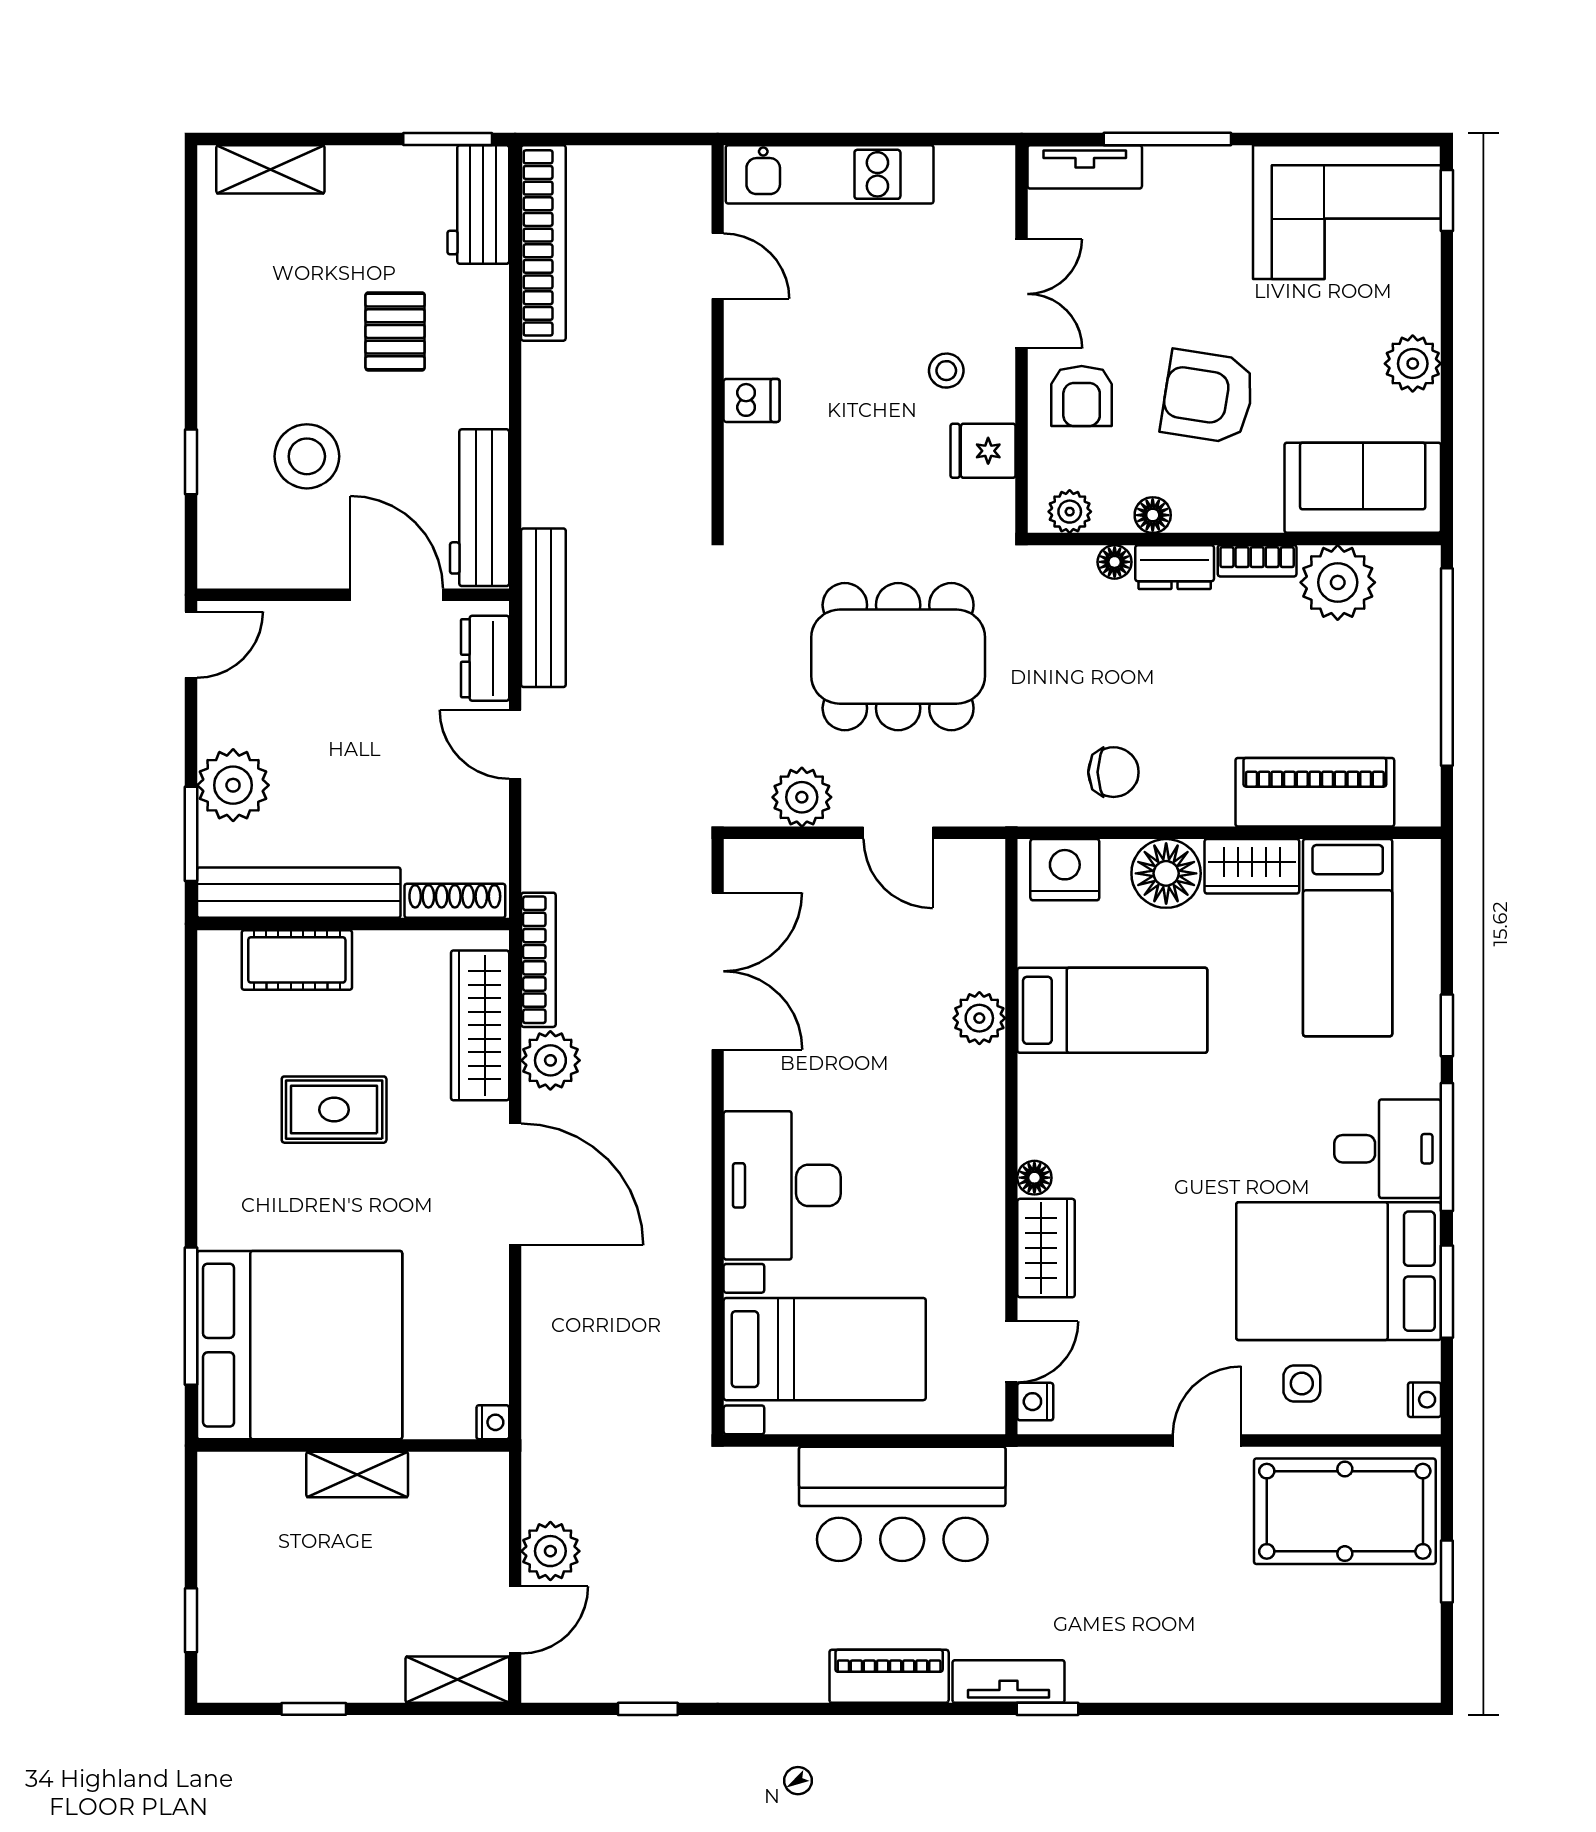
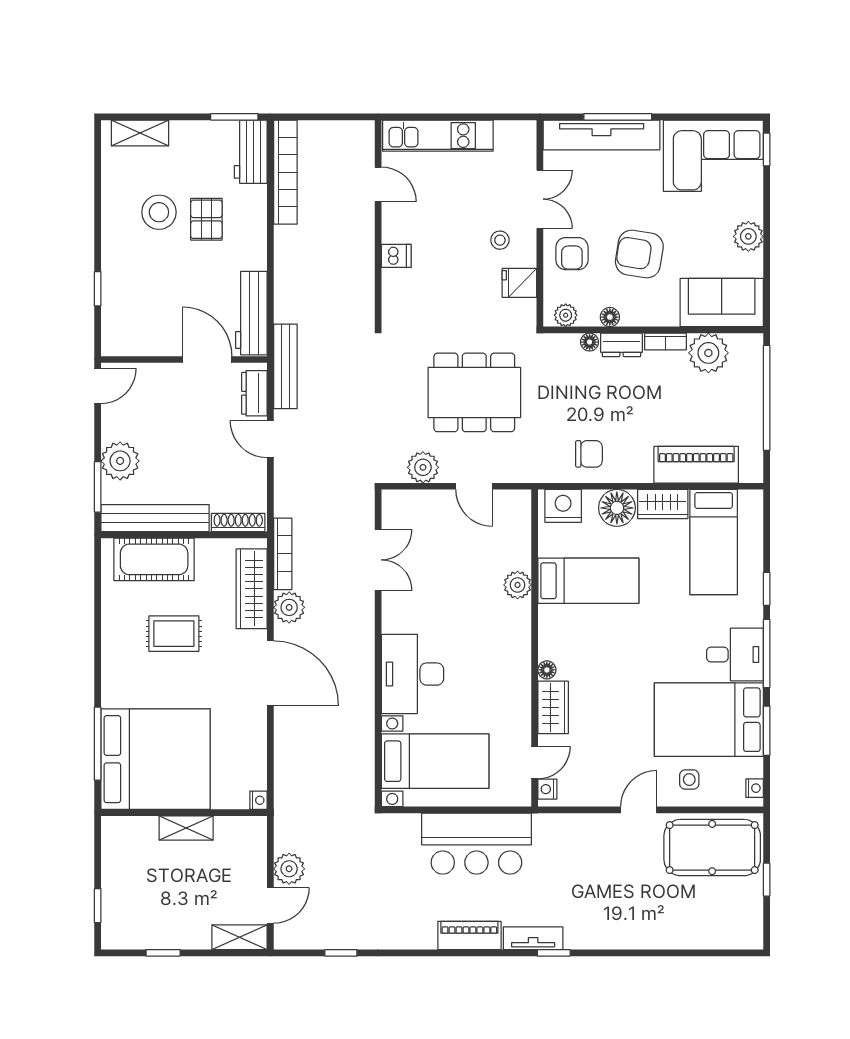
tv unit: (1085, 167) -> (602, 135), width x1.92, depth x1.29
stool: (307, 456) -> (159, 212), moved
cot: (297, 960) -> (154, 559), width x1.37, depth x1.34
double door: (718, 971) -> (378, 560), width x0.73

